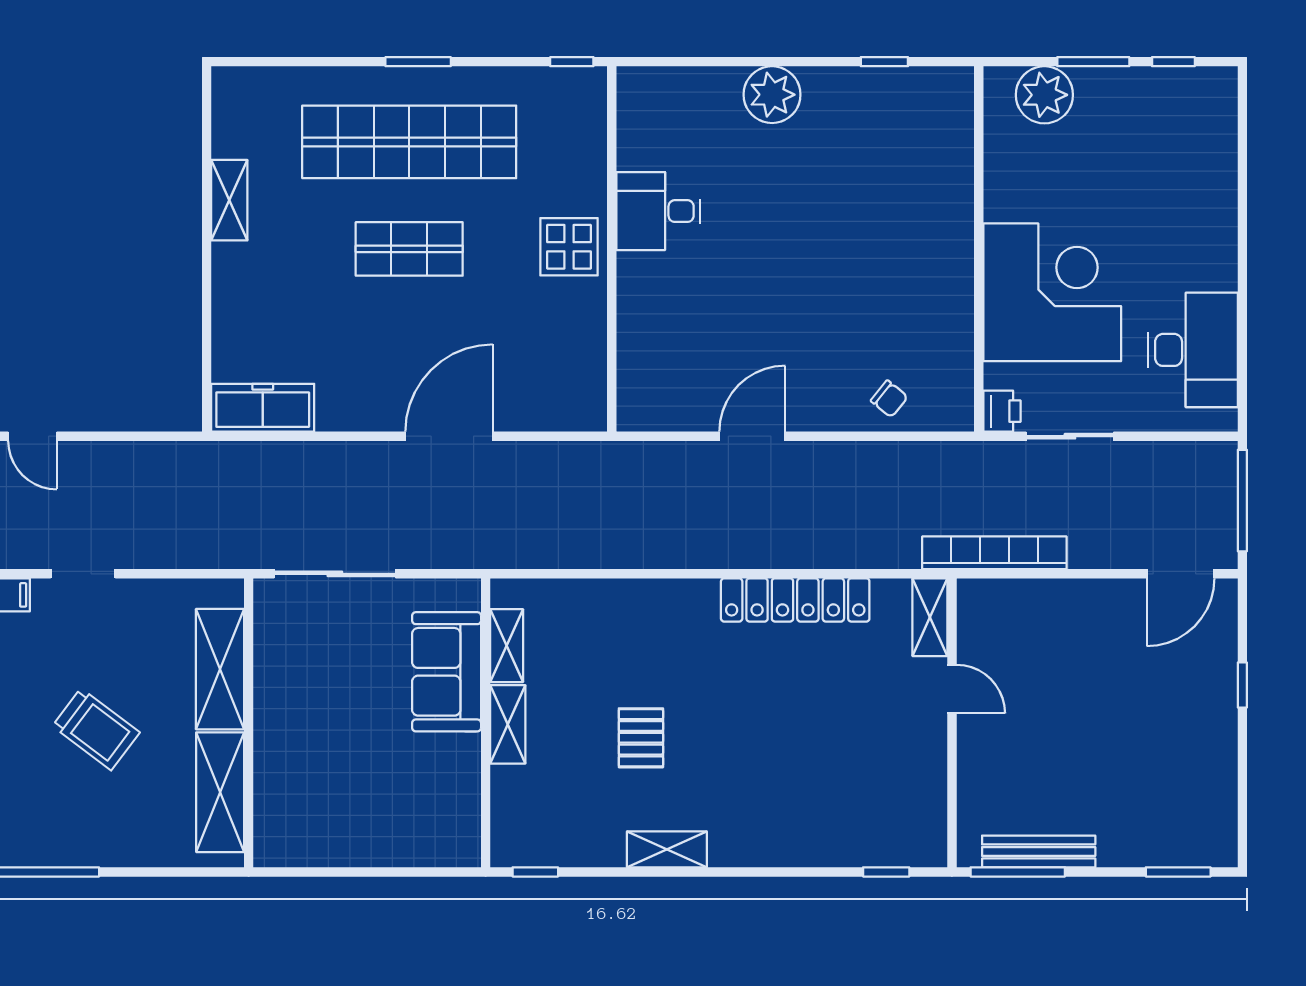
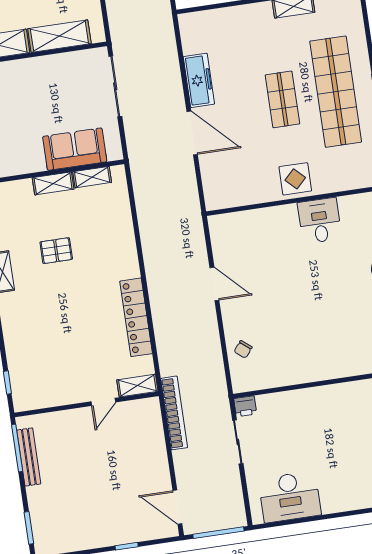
corner desk: (1052, 292) -> (308, 423), removed
freezer: (263, 408) -> (199, 80), moved

